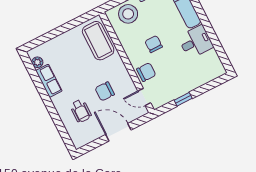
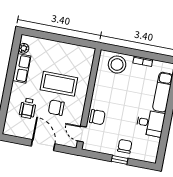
coffee table: (98, 41) -> (59, 84), moved, turned 90
chair: (154, 44) -> (125, 146), moved
window: (183, 99) -> (120, 160), moved

